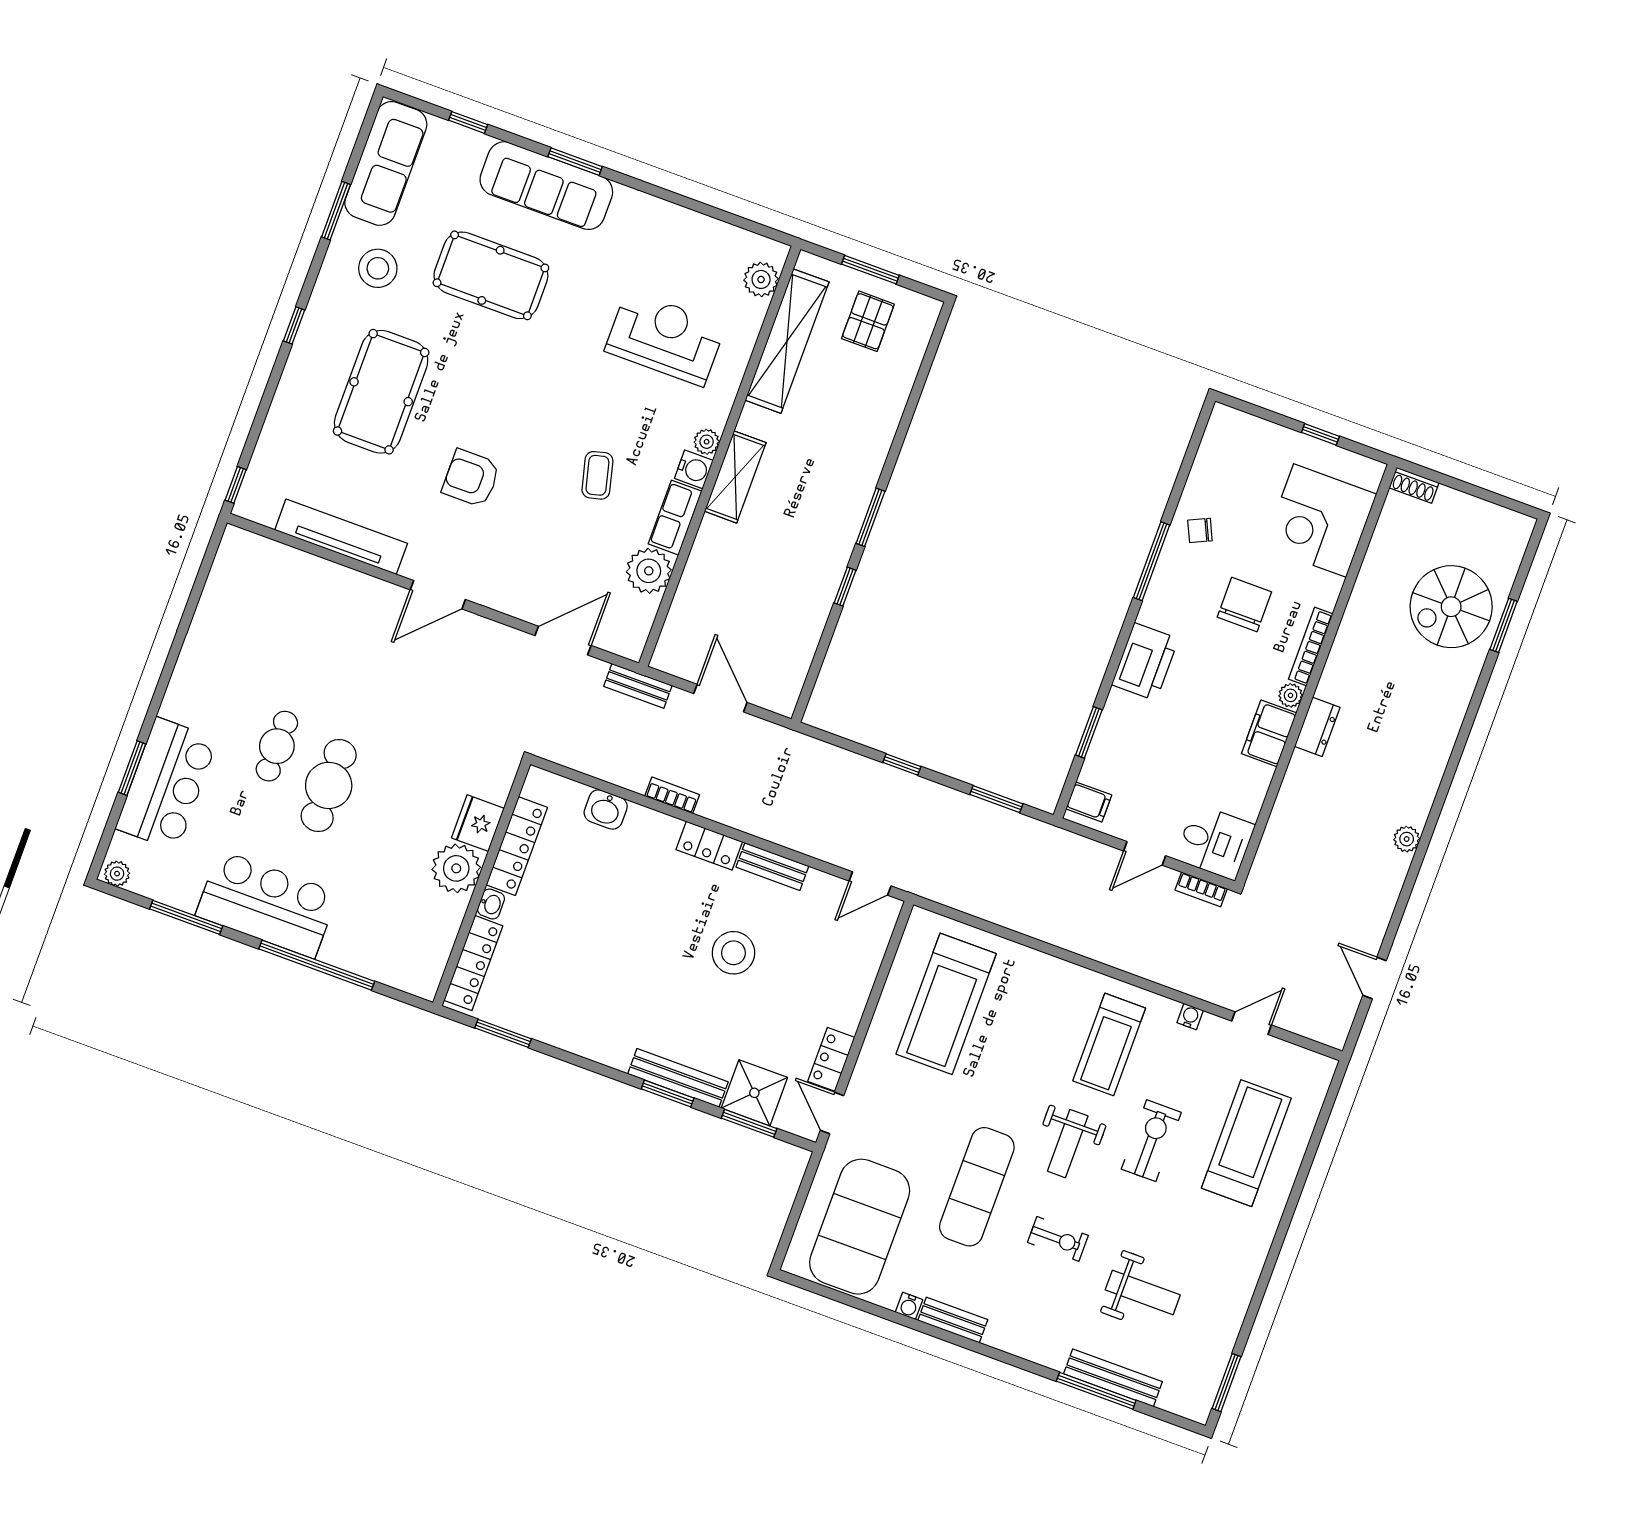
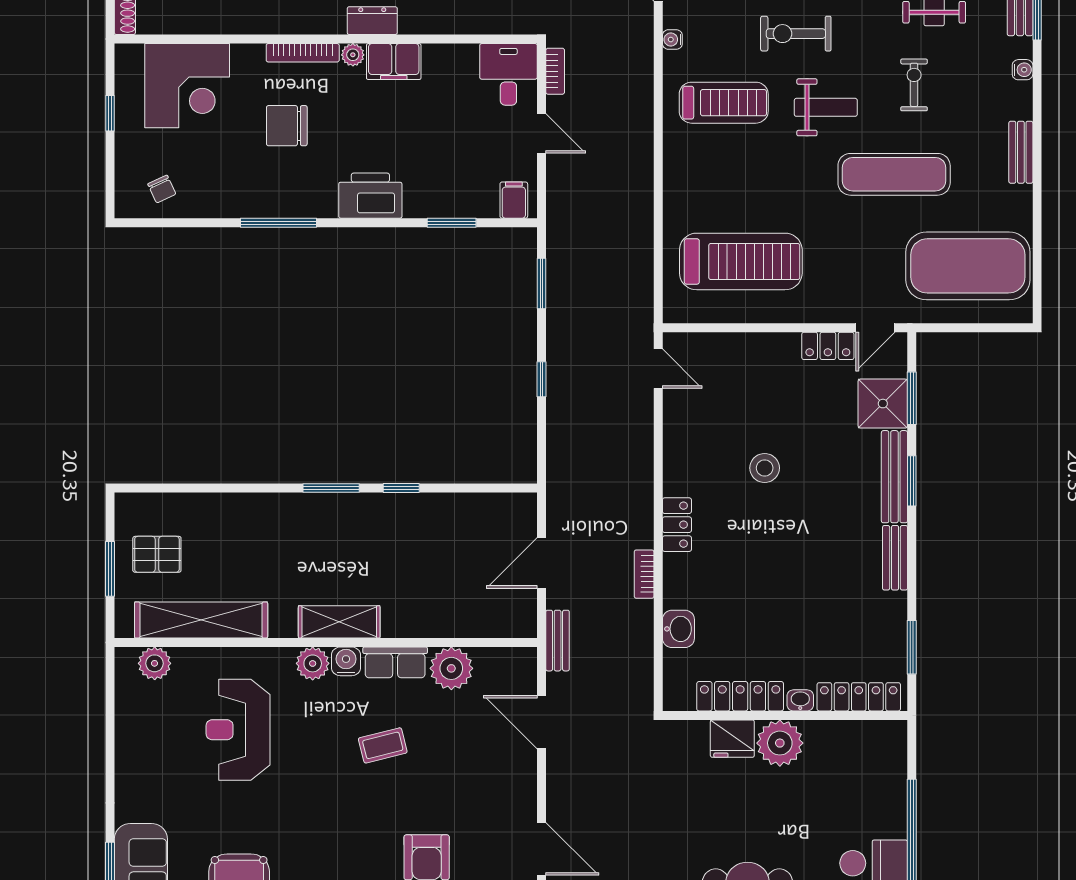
plant: (707, 442) -> (313, 663), width x1.38, depth x1.38
chair: (1200, 530) -> (162, 189), moved
bench: (772, 867) -> (895, 558), moved
stool: (733, 953) -> (765, 468), width x0.73, depth x0.73
water cooler: (909, 1306) -> (1023, 70), moved

